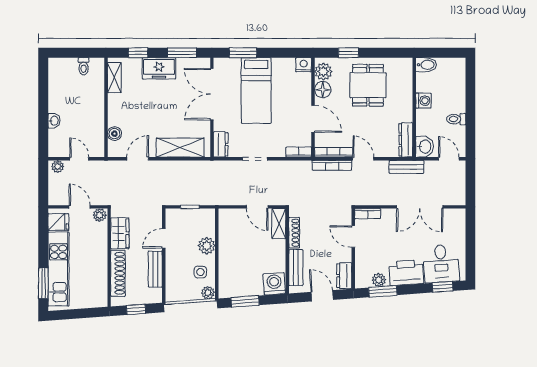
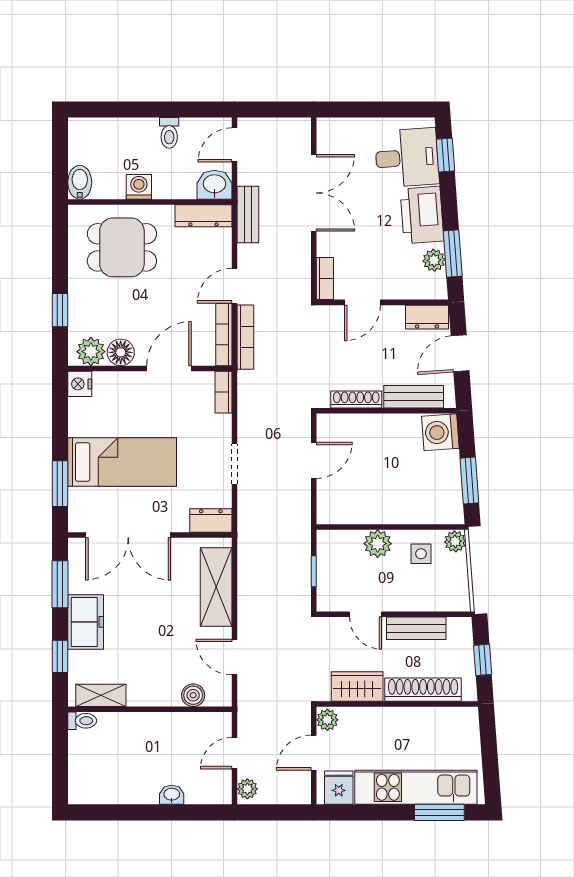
toilet: (84, 66) -> (82, 721), moved
dining table: (368, 85) -> (122, 247), moved
shelving: (279, 224) -> (341, 425), removed

